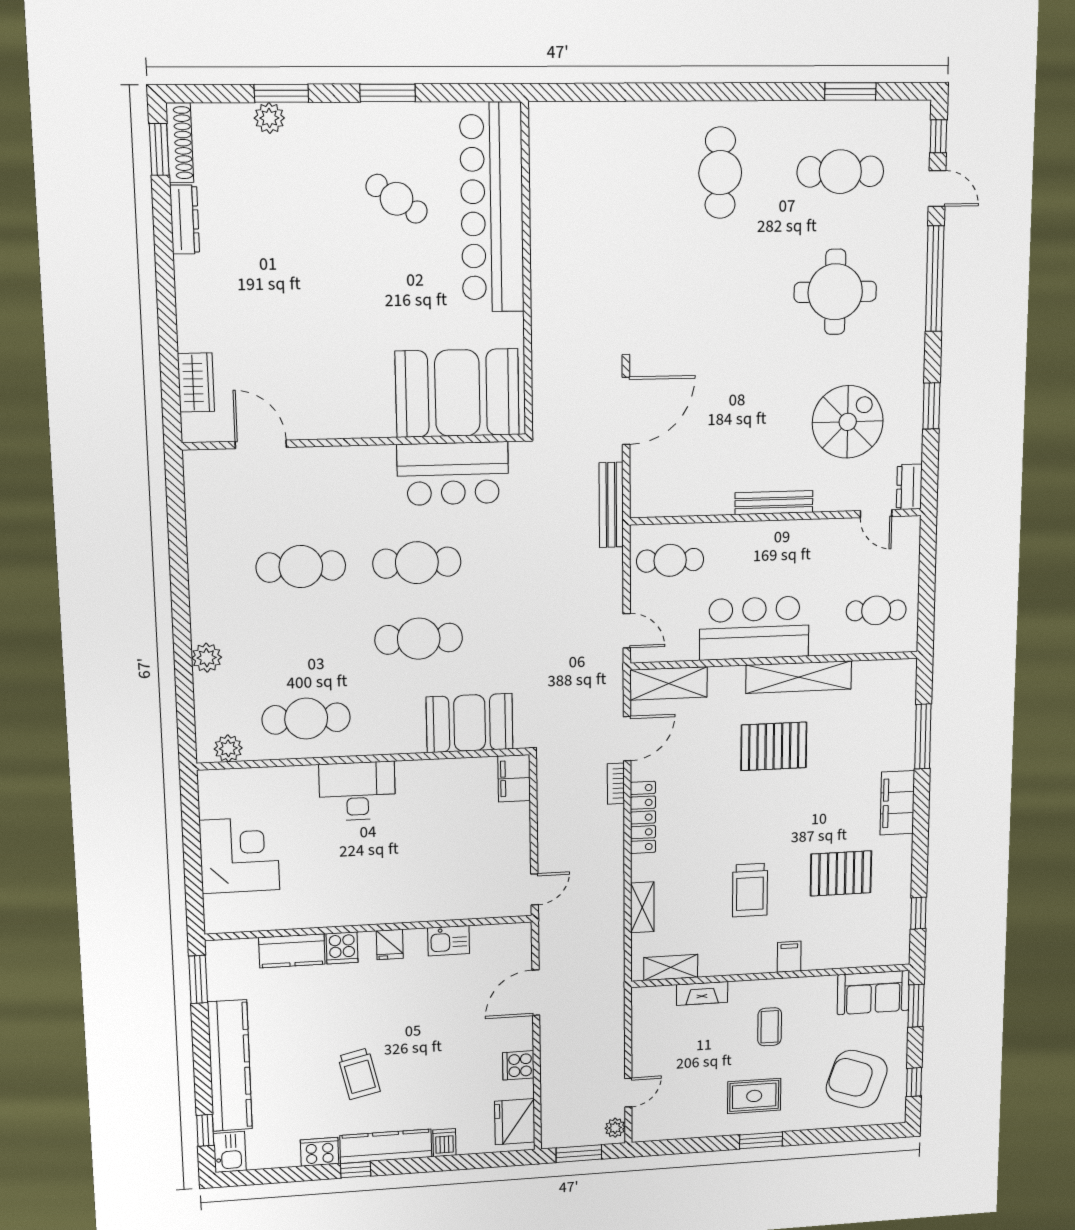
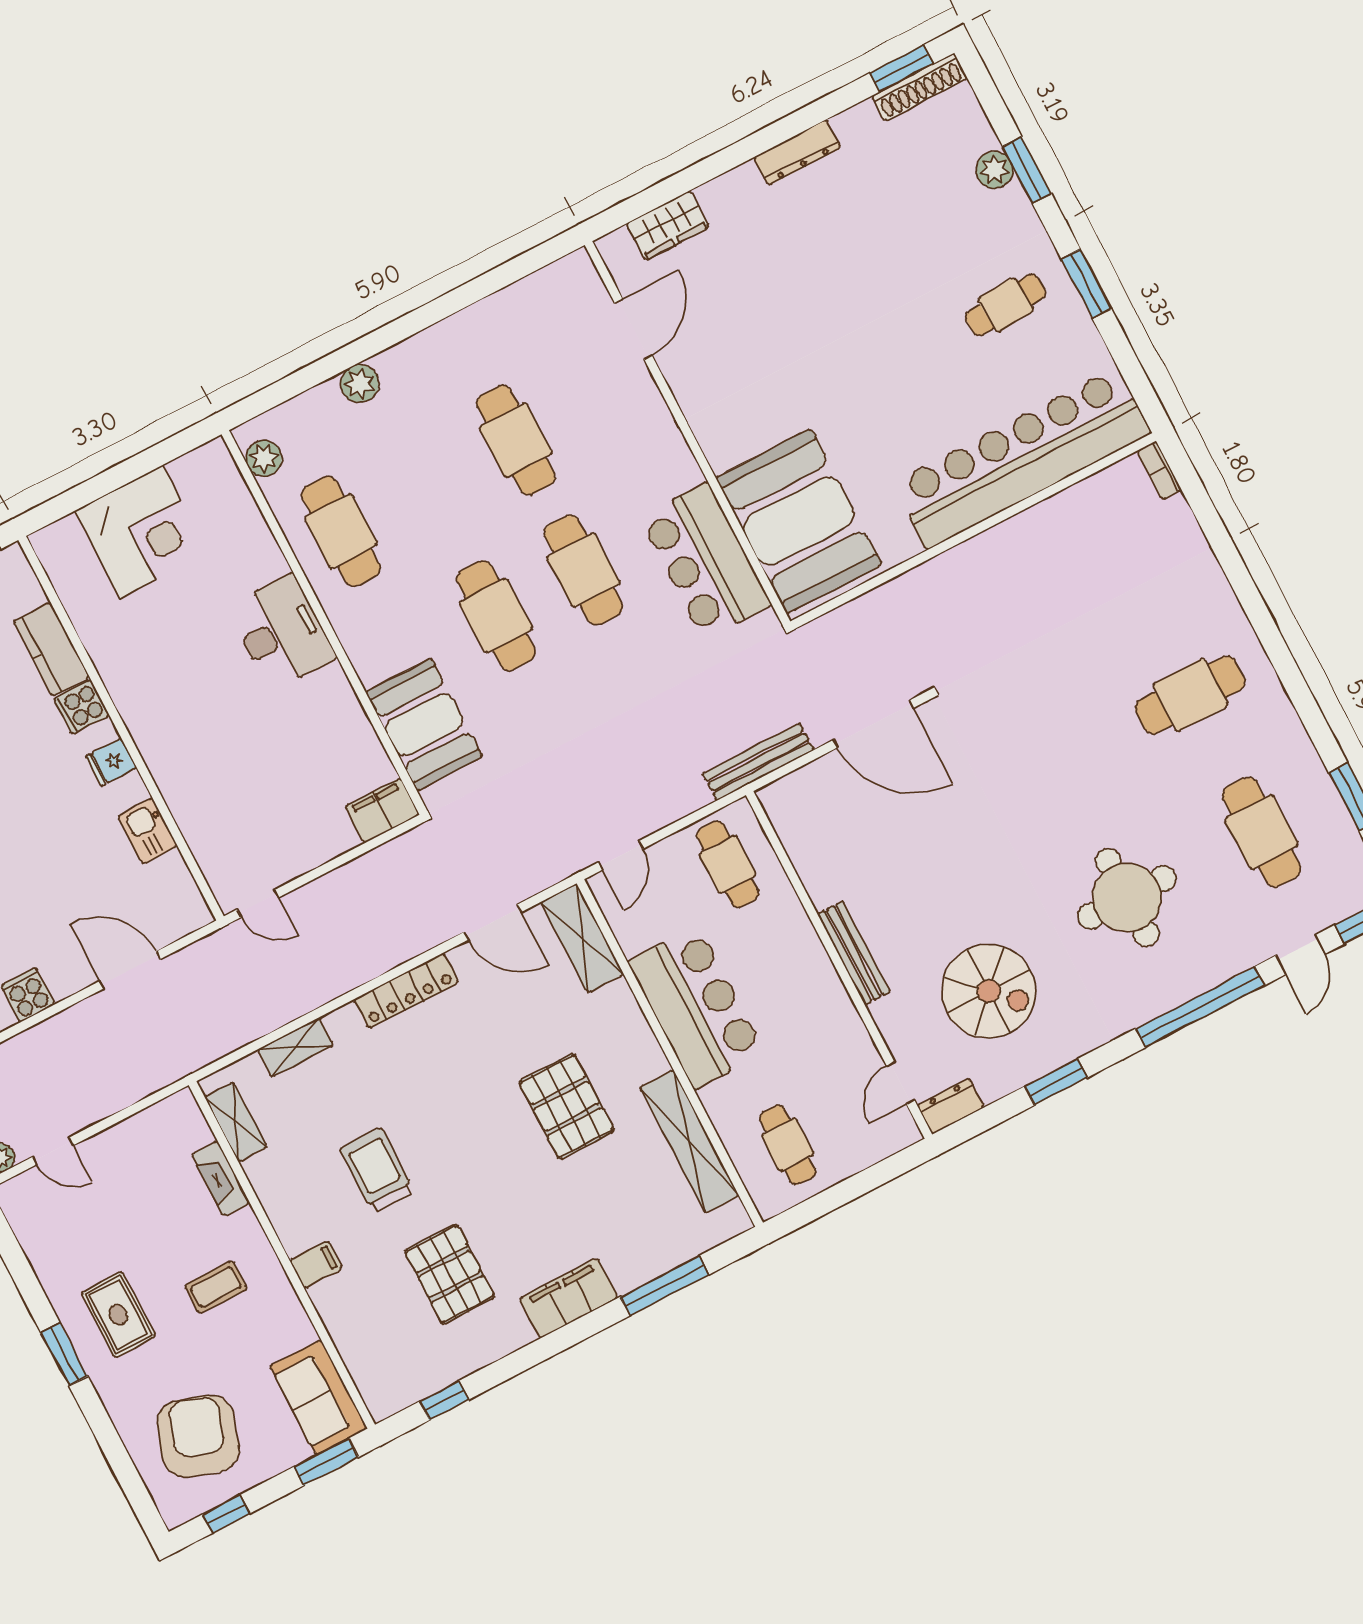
cafe table: (397, 199) -> (1006, 305), moved, turned 52
dresser: (185, 220) -> (797, 152), moved
shelving: (799, 677) -> (689, 1142), moved
bookcase: (616, 784) -> (1159, 470), moved, turned -90
trolley: (750, 890) -> (377, 1170), turned 90

